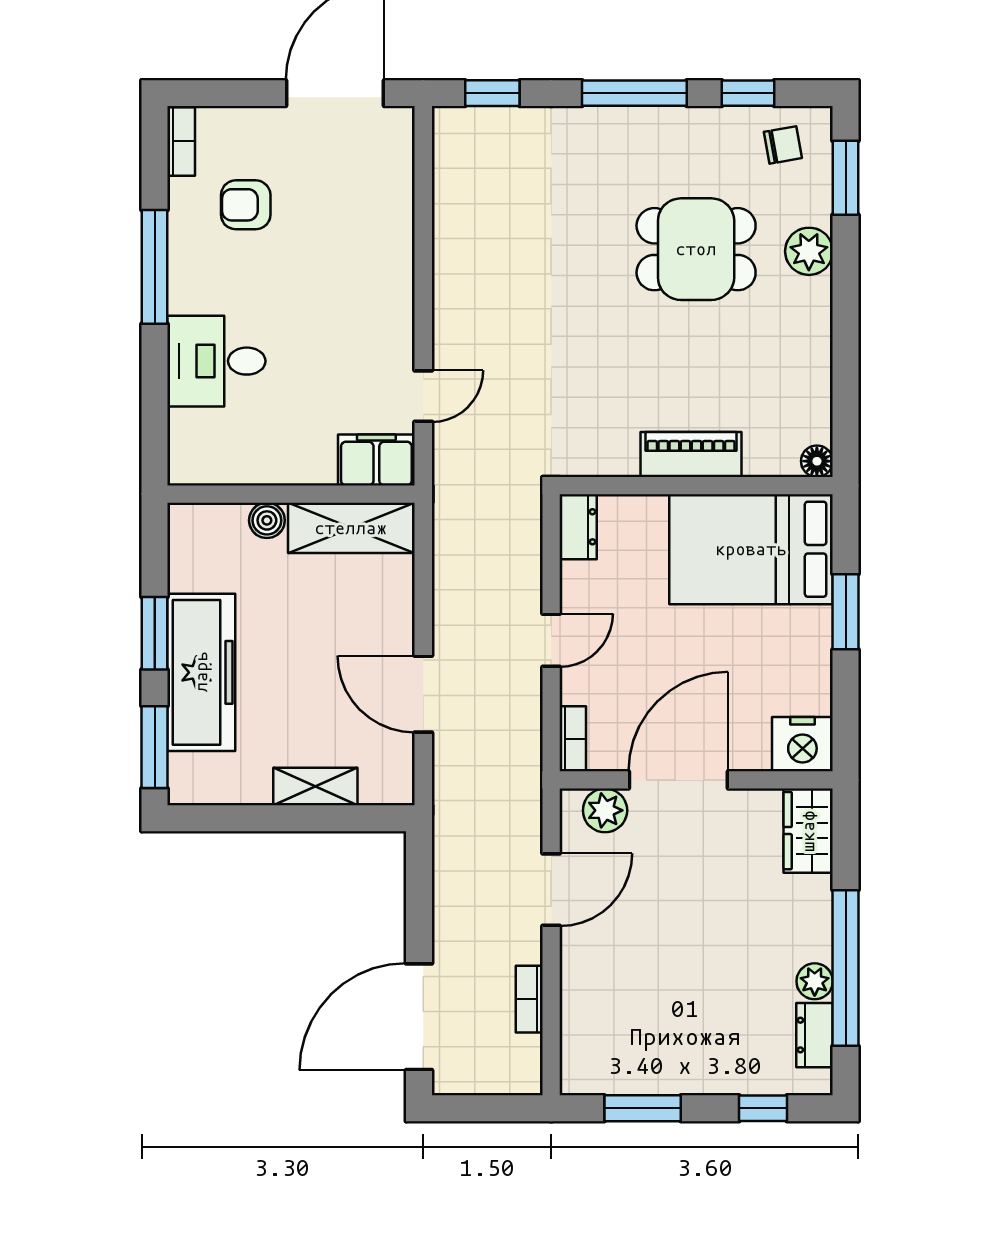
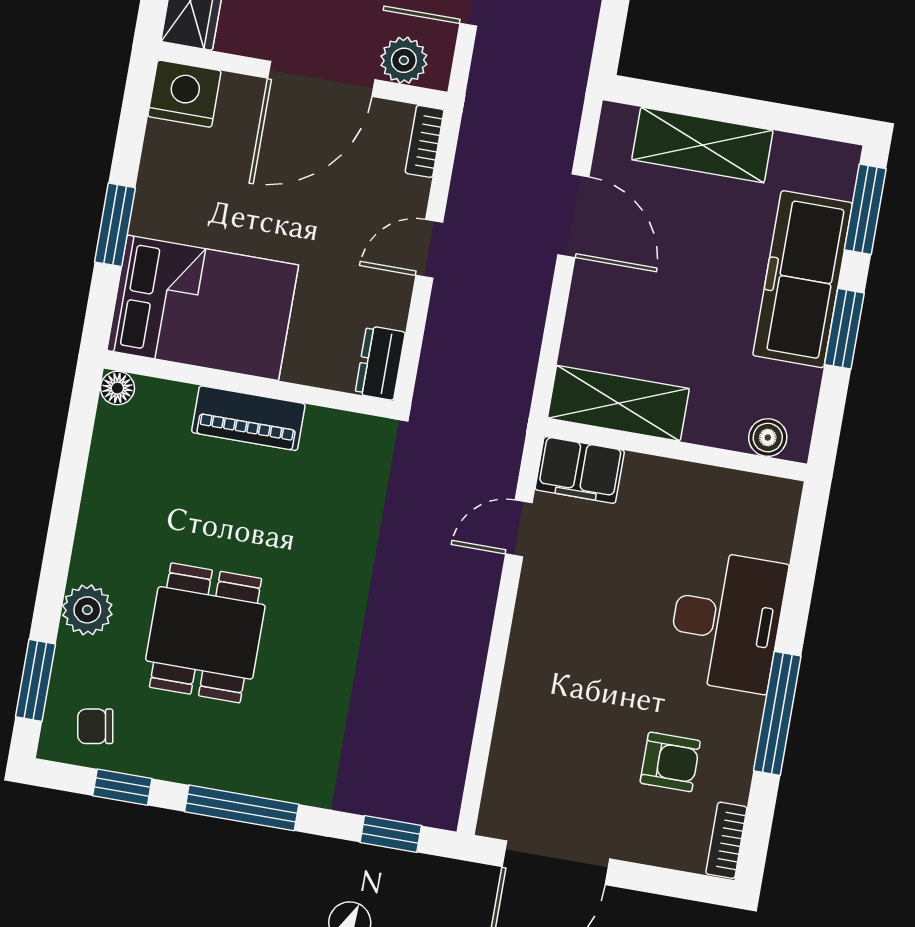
dining table: (696, 249) -> (205, 633), turned 90
desk: (216, 361) -> (727, 621), width x1.37
boiler: (267, 520) -> (768, 438), moved
shelving: (315, 787) -> (702, 145), width x1.50, depth x1.33

